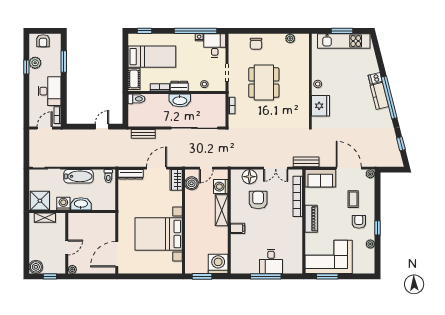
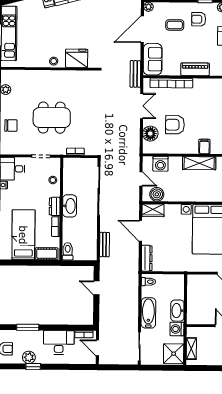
shelving: (222, 210) -> (199, 163), moved

